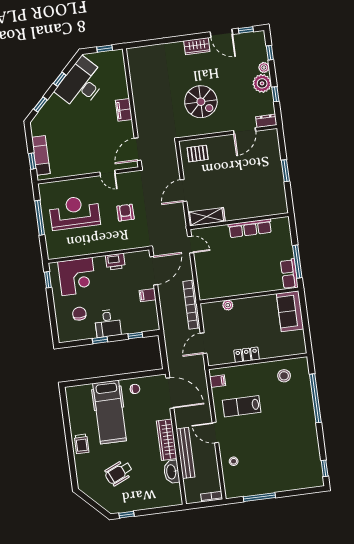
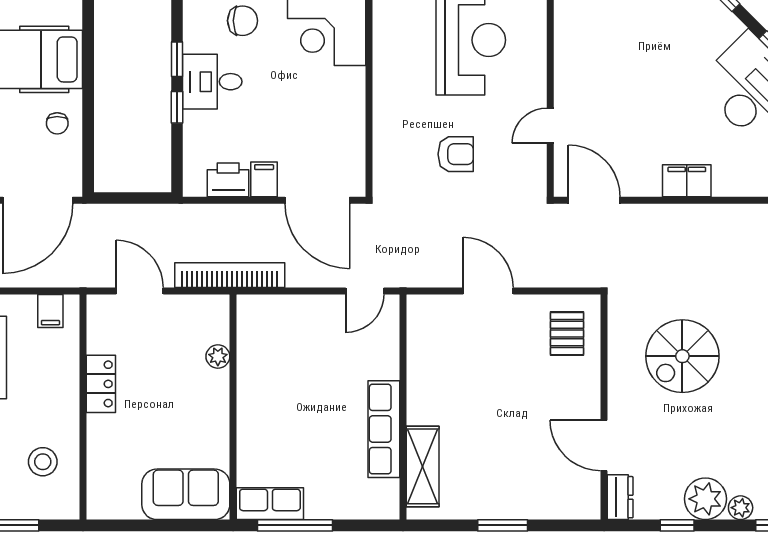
shelving: (207, 217) -> (423, 466), moved
printer: (115, 262) -> (228, 180), moved, turned 90
window: (135, 336) -> (177, 107), moved

